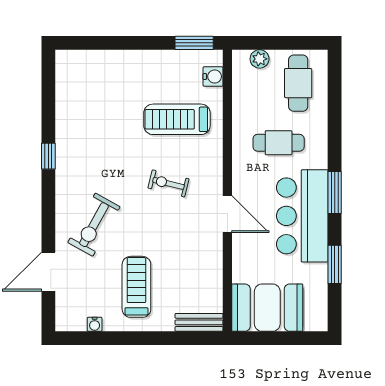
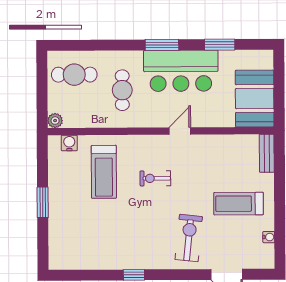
window: (194, 43) -> (43, 202), moved
plant: (260, 59) -> (55, 121), moved
exercise bike: (168, 183) -> (155, 178), turned 76
door: (227, 214) -> (180, 131), width x0.73
exercise bike: (94, 225) -> (189, 238), turned -113

